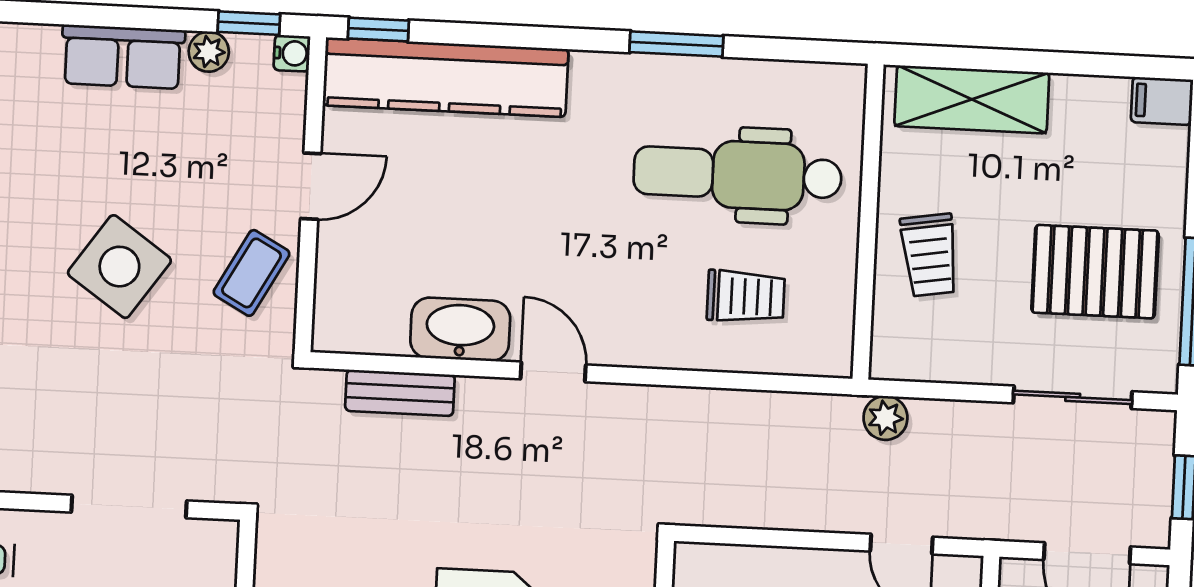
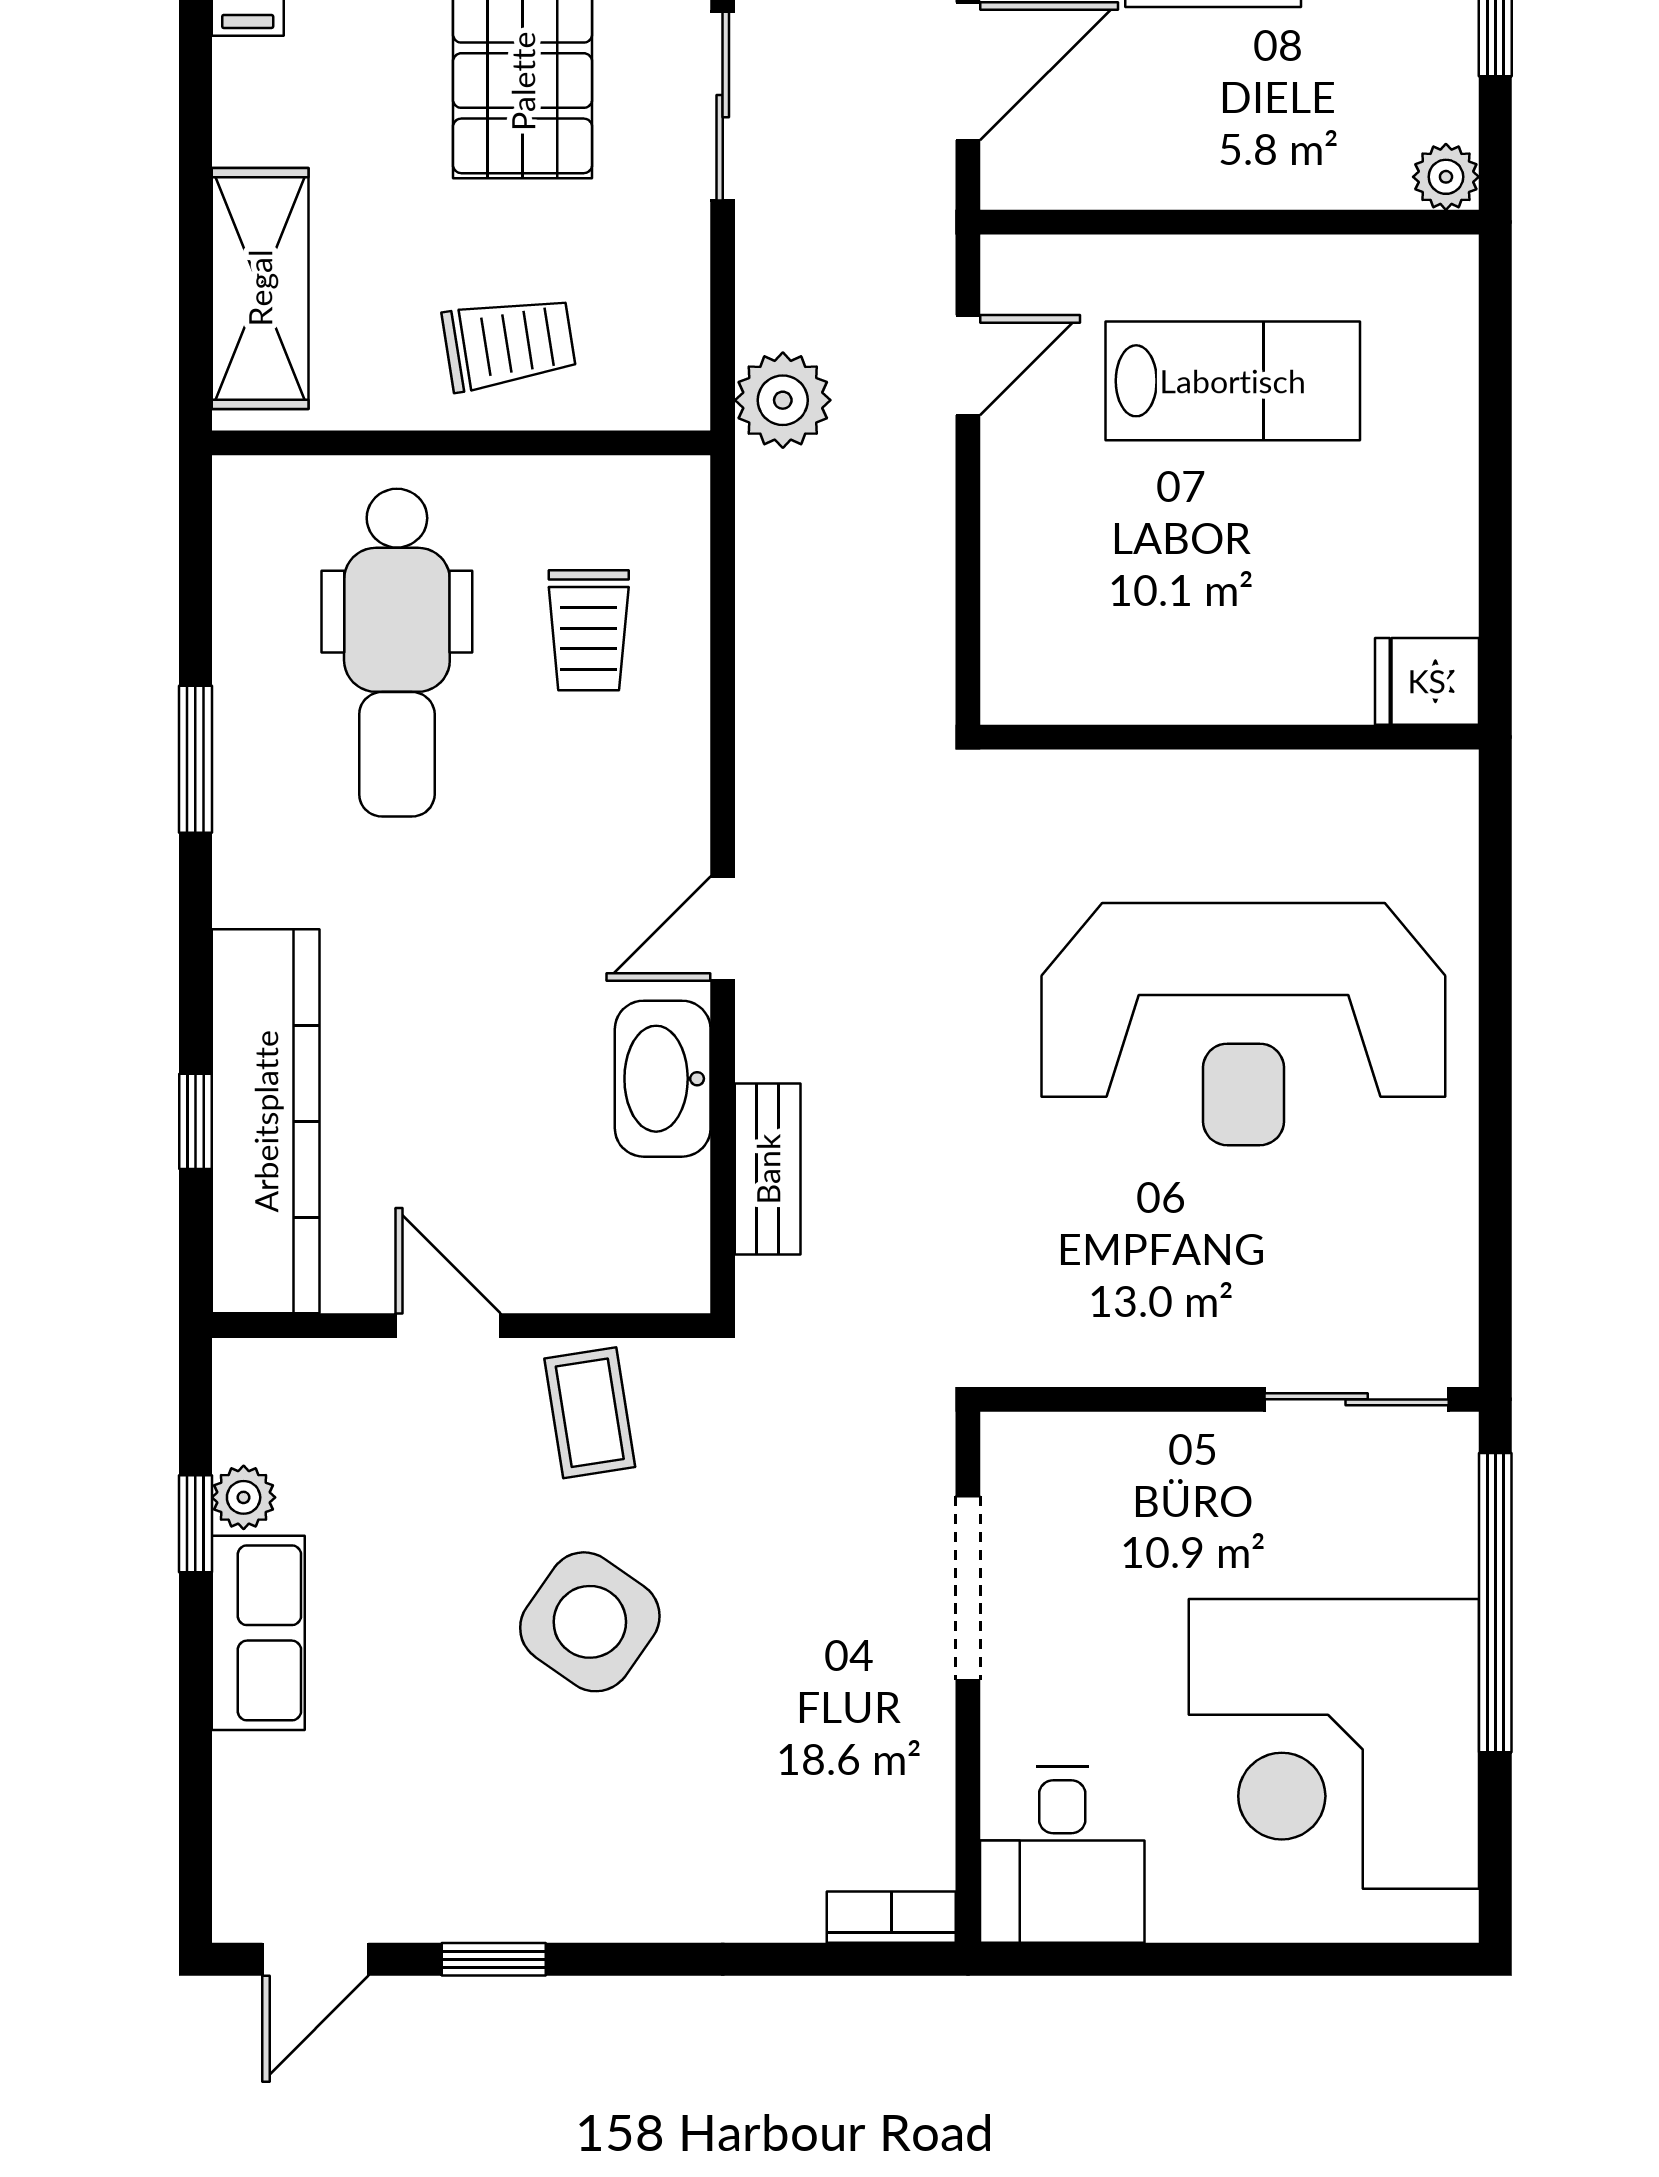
window: (249, 23) -> (195, 1524), moved
window: (378, 29) -> (195, 1121), moved
water cooler: (292, 53) -> (240, 1366), removed
coffee table: (252, 273) -> (590, 1413), turned 52
trolley: (746, 296) -> (589, 630), turned 180
plant: (885, 418) -> (783, 400), width x1.38, depth x1.38

